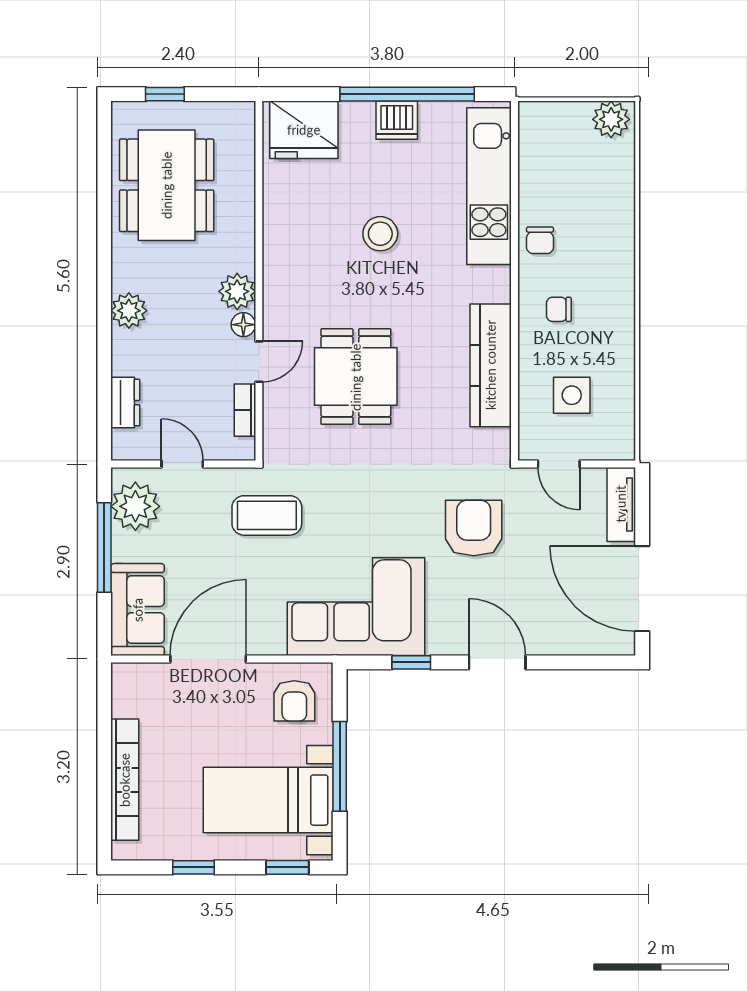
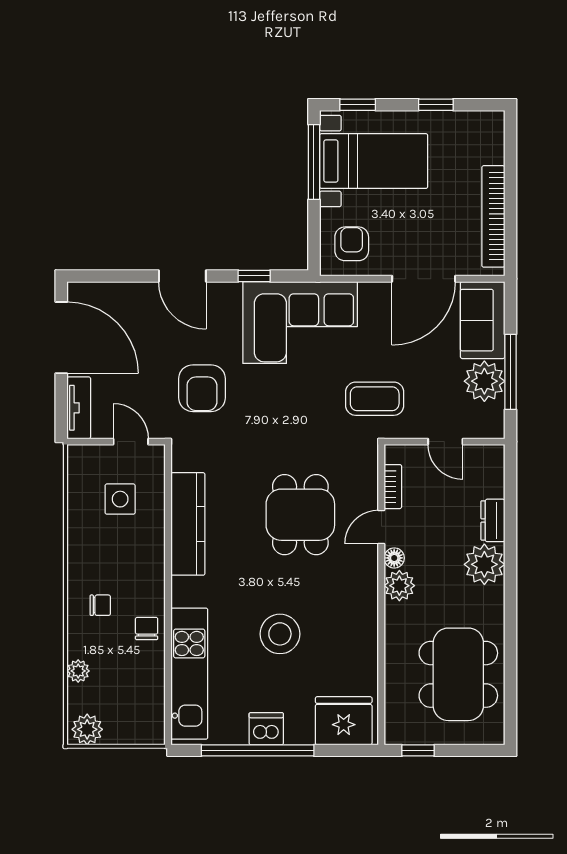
window: (165, 94) -> (418, 750), moved
plant: (622, 189) -> (78, 671), added
stool: (380, 234) -> (280, 634), width x1.38, depth x1.38
chair: (559, 309) -> (100, 605), moved
plant: (129, 311) -> (484, 564), width x1.36, depth x1.36
dresser: (125, 403) -> (493, 520), moved
plant: (135, 506) -> (484, 381), moved
window: (340, 766) -> (314, 162), moved
bookcase: (125, 780) -> (493, 216), moved

